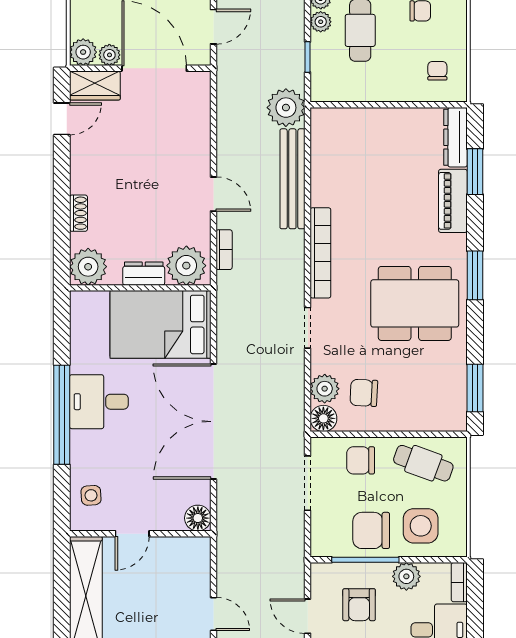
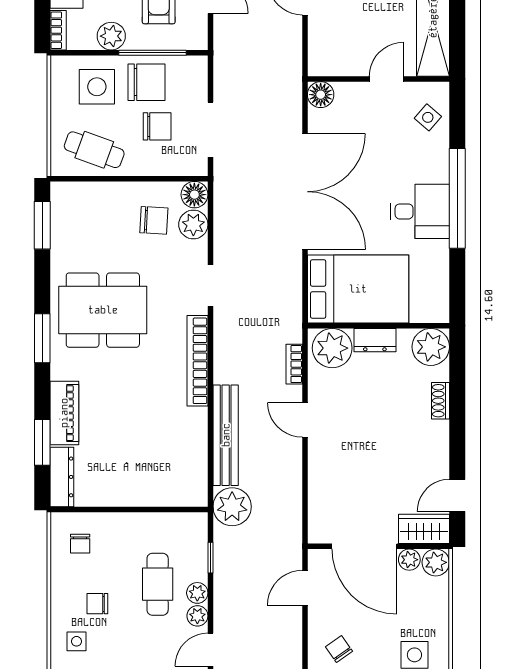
chair: (361, 460) -> (157, 126), moved
side table: (91, 495) -> (428, 117), turned 45

